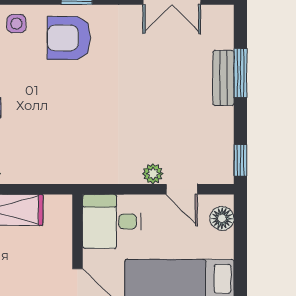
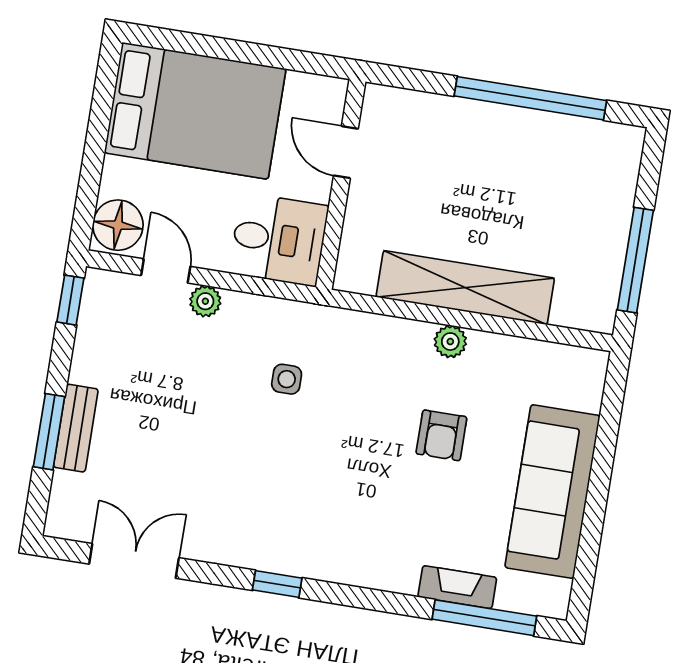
side table: (16, 24) -> (287, 379), moved
armchair: (69, 38) -> (299, 526), removed
floor lamp: (222, 218) -> (118, 225), width x1.38, depth x1.38

